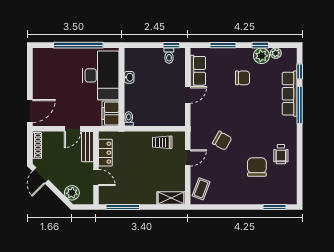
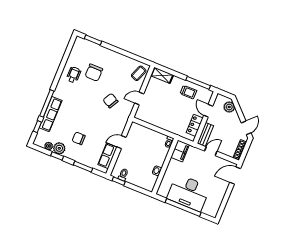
desk: (101, 75) -> (189, 193), moved, turned -90
trolley: (162, 142) -> (188, 92), moved

